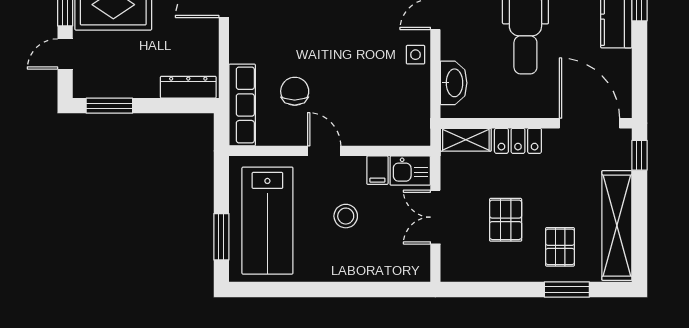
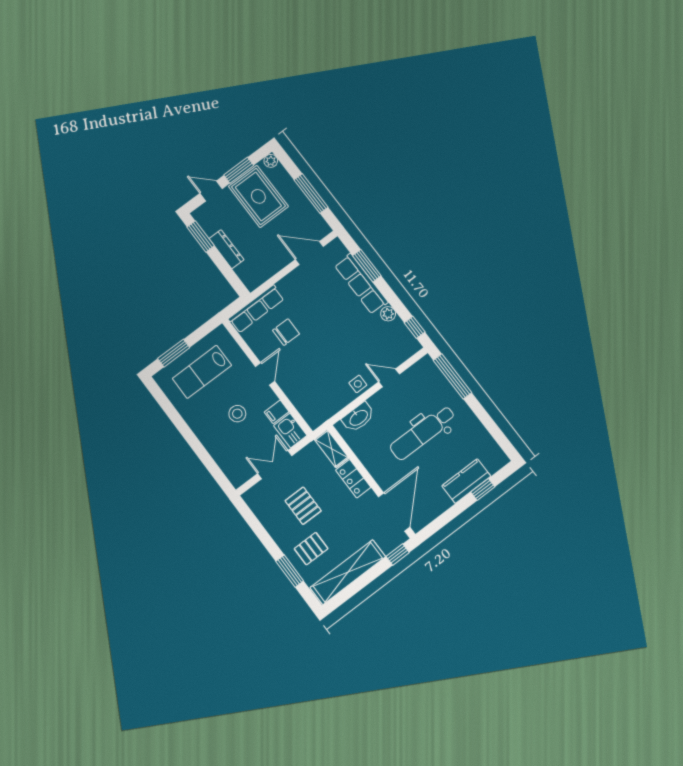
dresser: (188, 87) -> (226, 249), moved
pallet: (506, 220) -> (303, 506), turned 90
lab bench: (267, 221) -> (202, 372), width x0.73, depth x0.72

